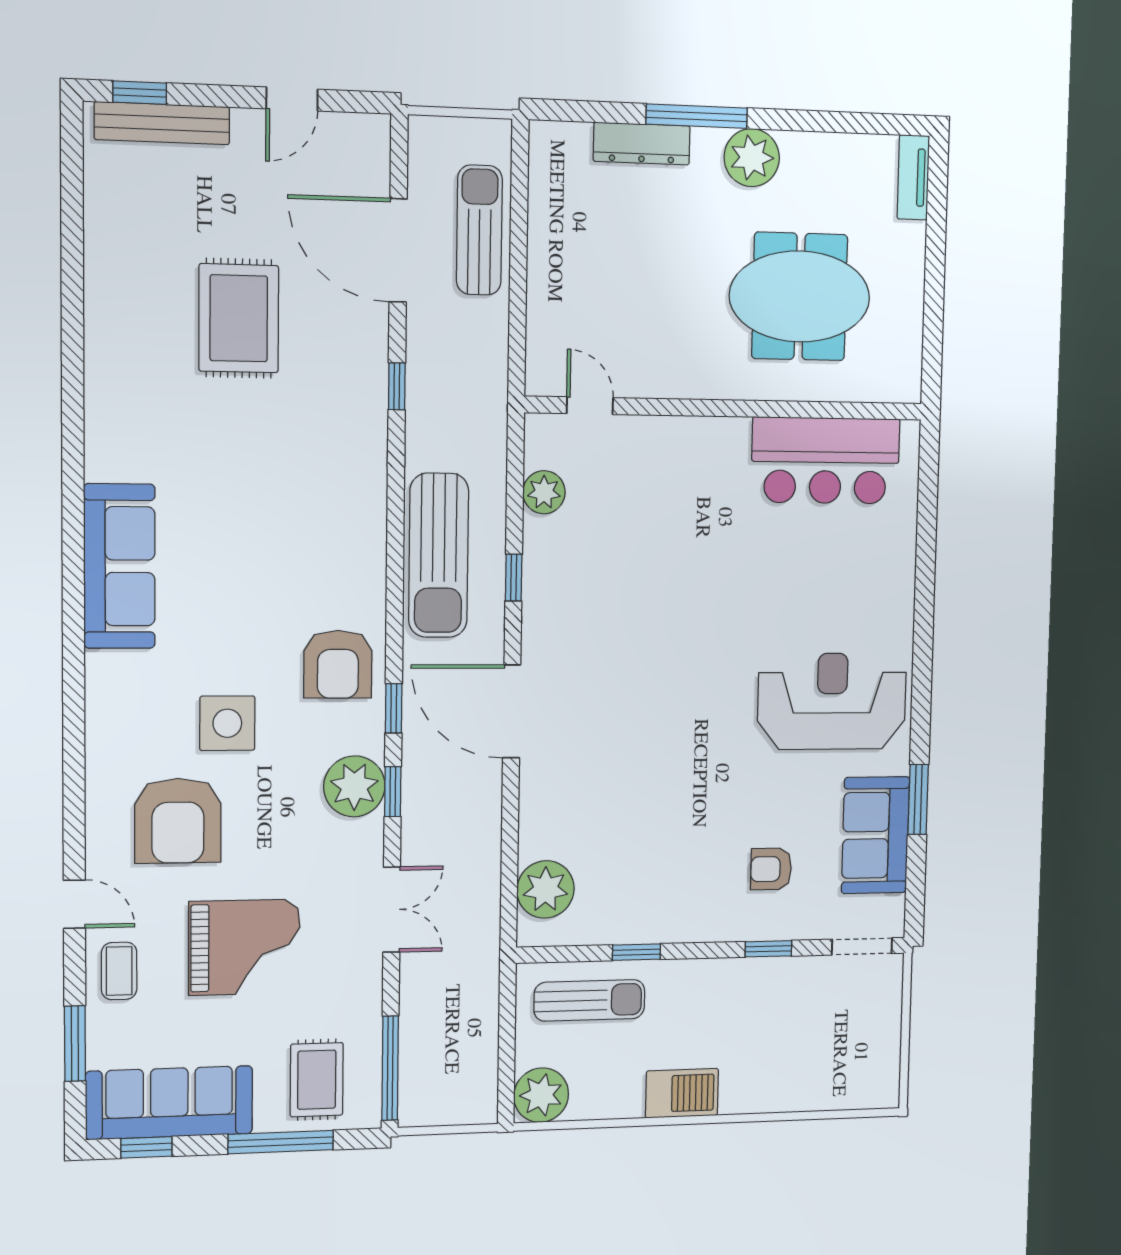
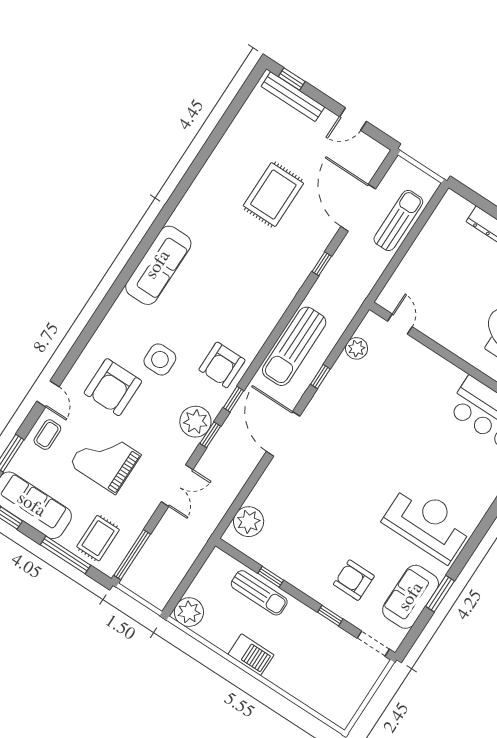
armchair: (771, 869) -> (354, 580), width x1.38, depth x1.38
grand piano: (244, 947) -> (105, 460), turned 180
sun lounger: (589, 1000) -> (259, 593), moved

